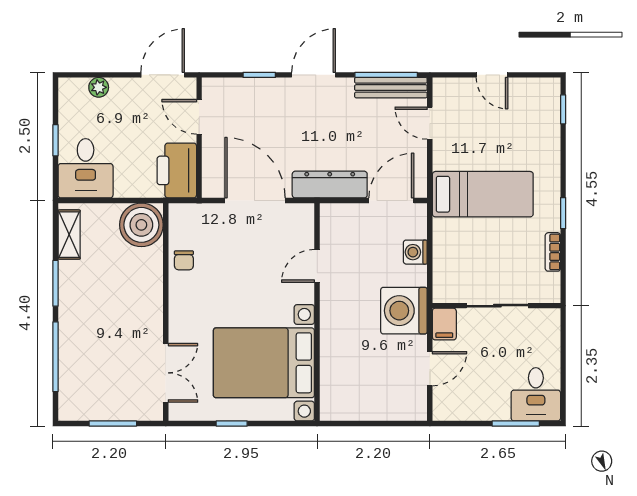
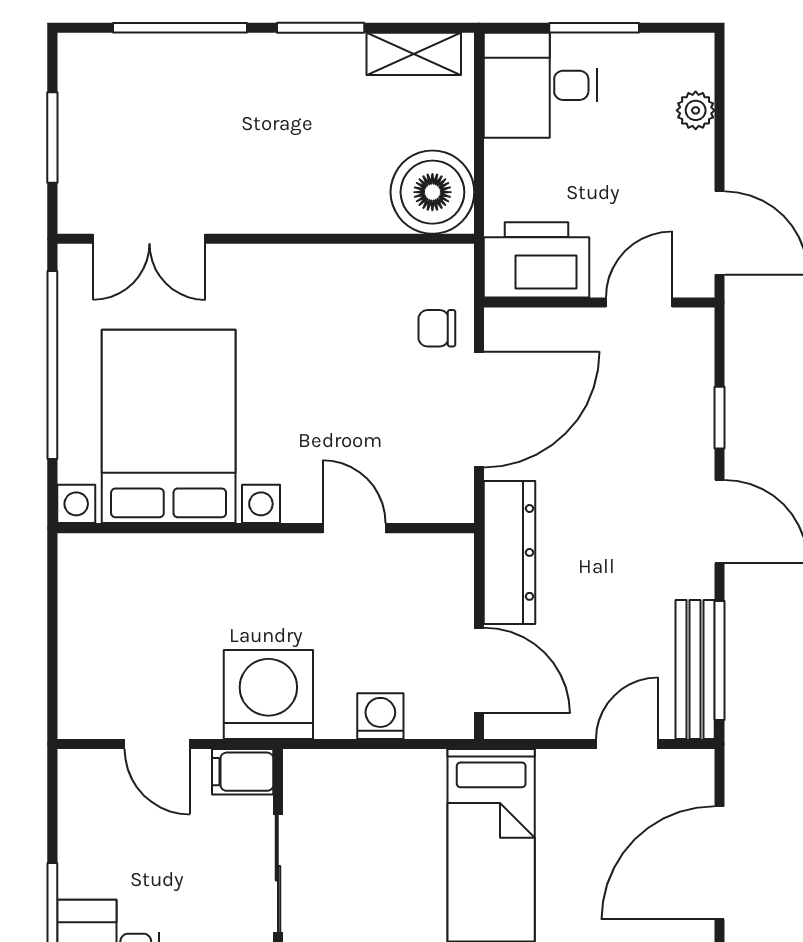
door: (492, 75) -> (719, 863), width x1.87
window: (55, 140) -> (594, 28), width x1.50
chair: (184, 260) -> (437, 328), moved
window: (232, 424) -> (52, 365), width x3.17

